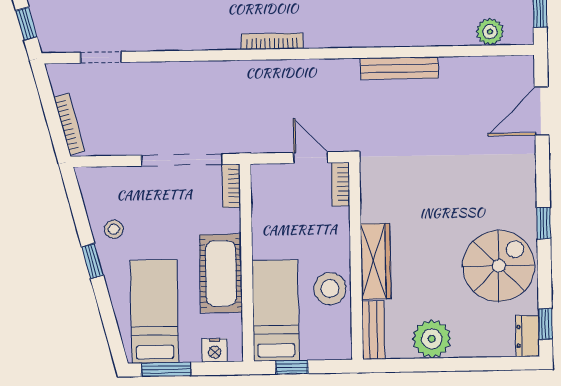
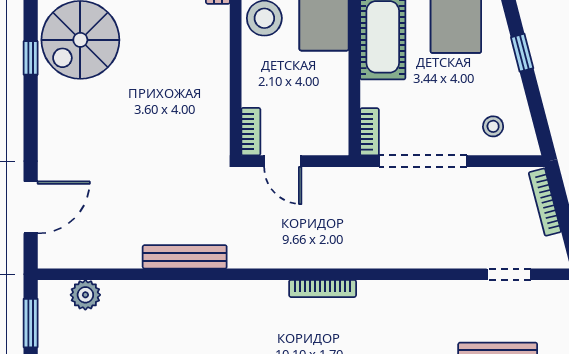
window: (544, 223) -> (31, 58), moved
stool: (114, 229) -> (493, 126), moved
wardrobe: (376, 261) -> (214, 47), removed

